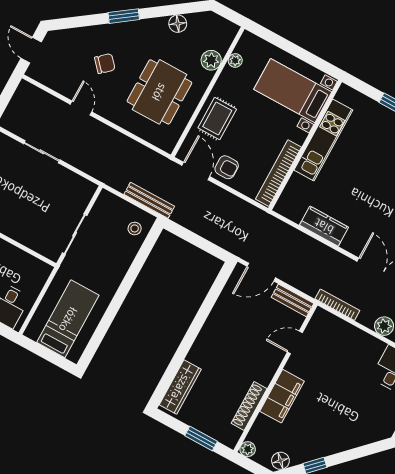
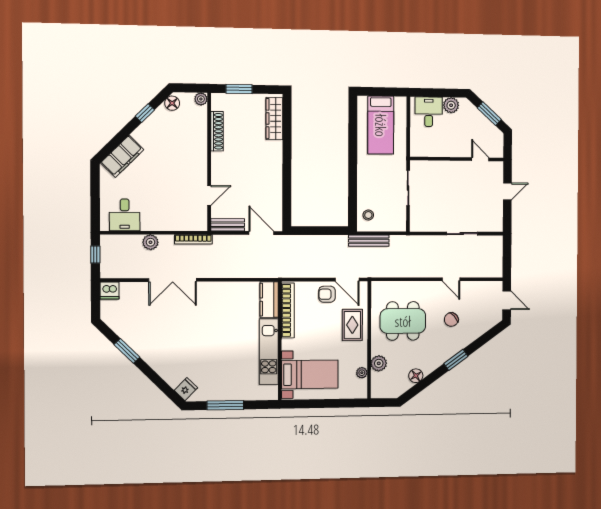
dining table: (159, 92) -> (403, 321), turned 90
kitchen counter: (324, 226) -> (269, 300), moved, turned 90
door: (261, 272) -> (261, 233), hinge flipped
filing cabinet: (282, 396) -> (122, 156), moved, turned -135

